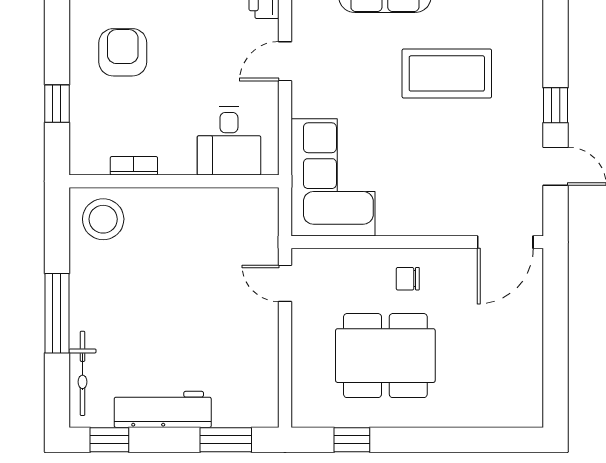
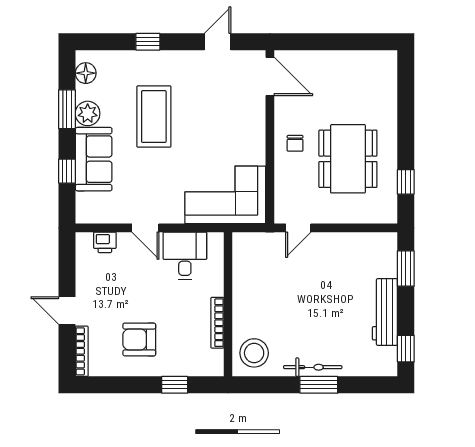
window: (556, 105) -> (148, 42), moved
desk: (229, 141) -> (185, 256), moved, turned -90
bookcase: (134, 166) -> (217, 323), width x1.56
window: (57, 313) -> (319, 385), width x0.69
bicycle: (83, 373) -> (313, 367), moved

